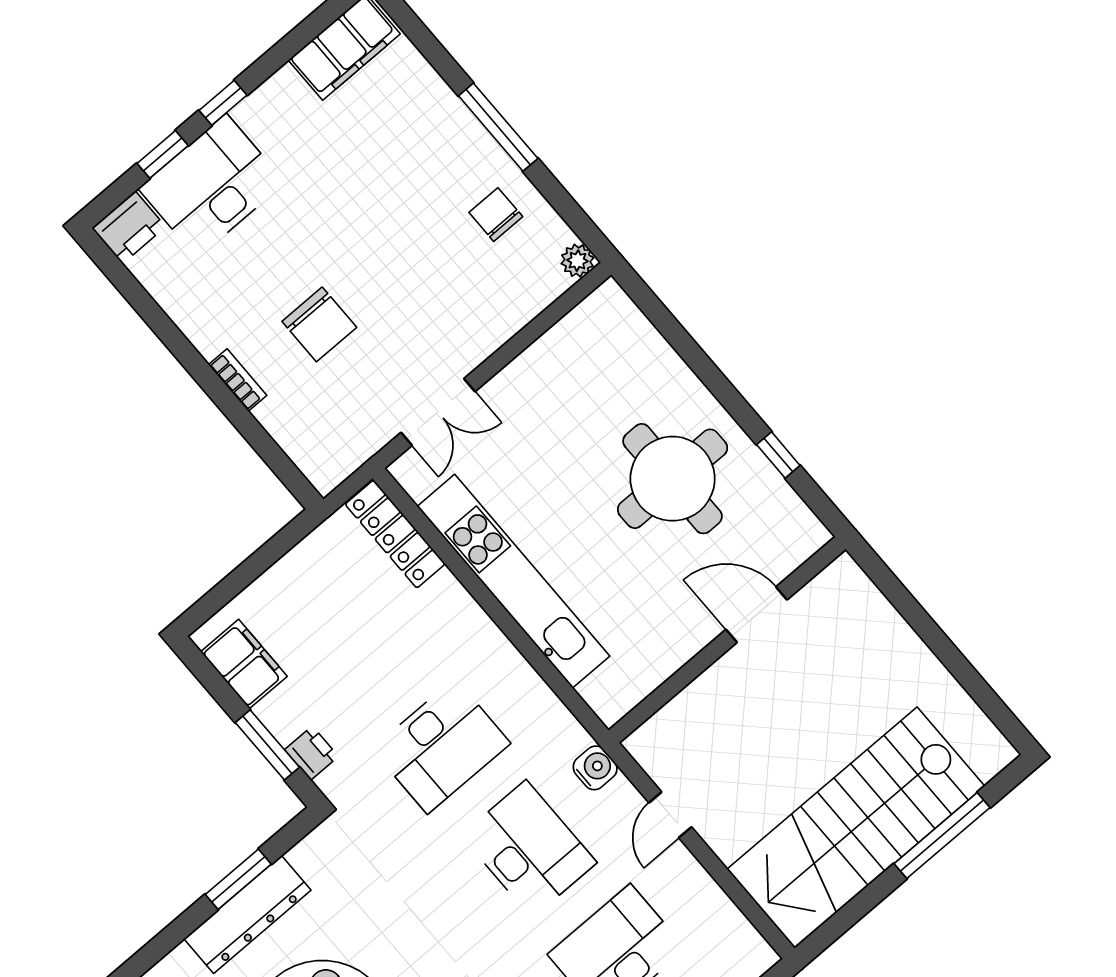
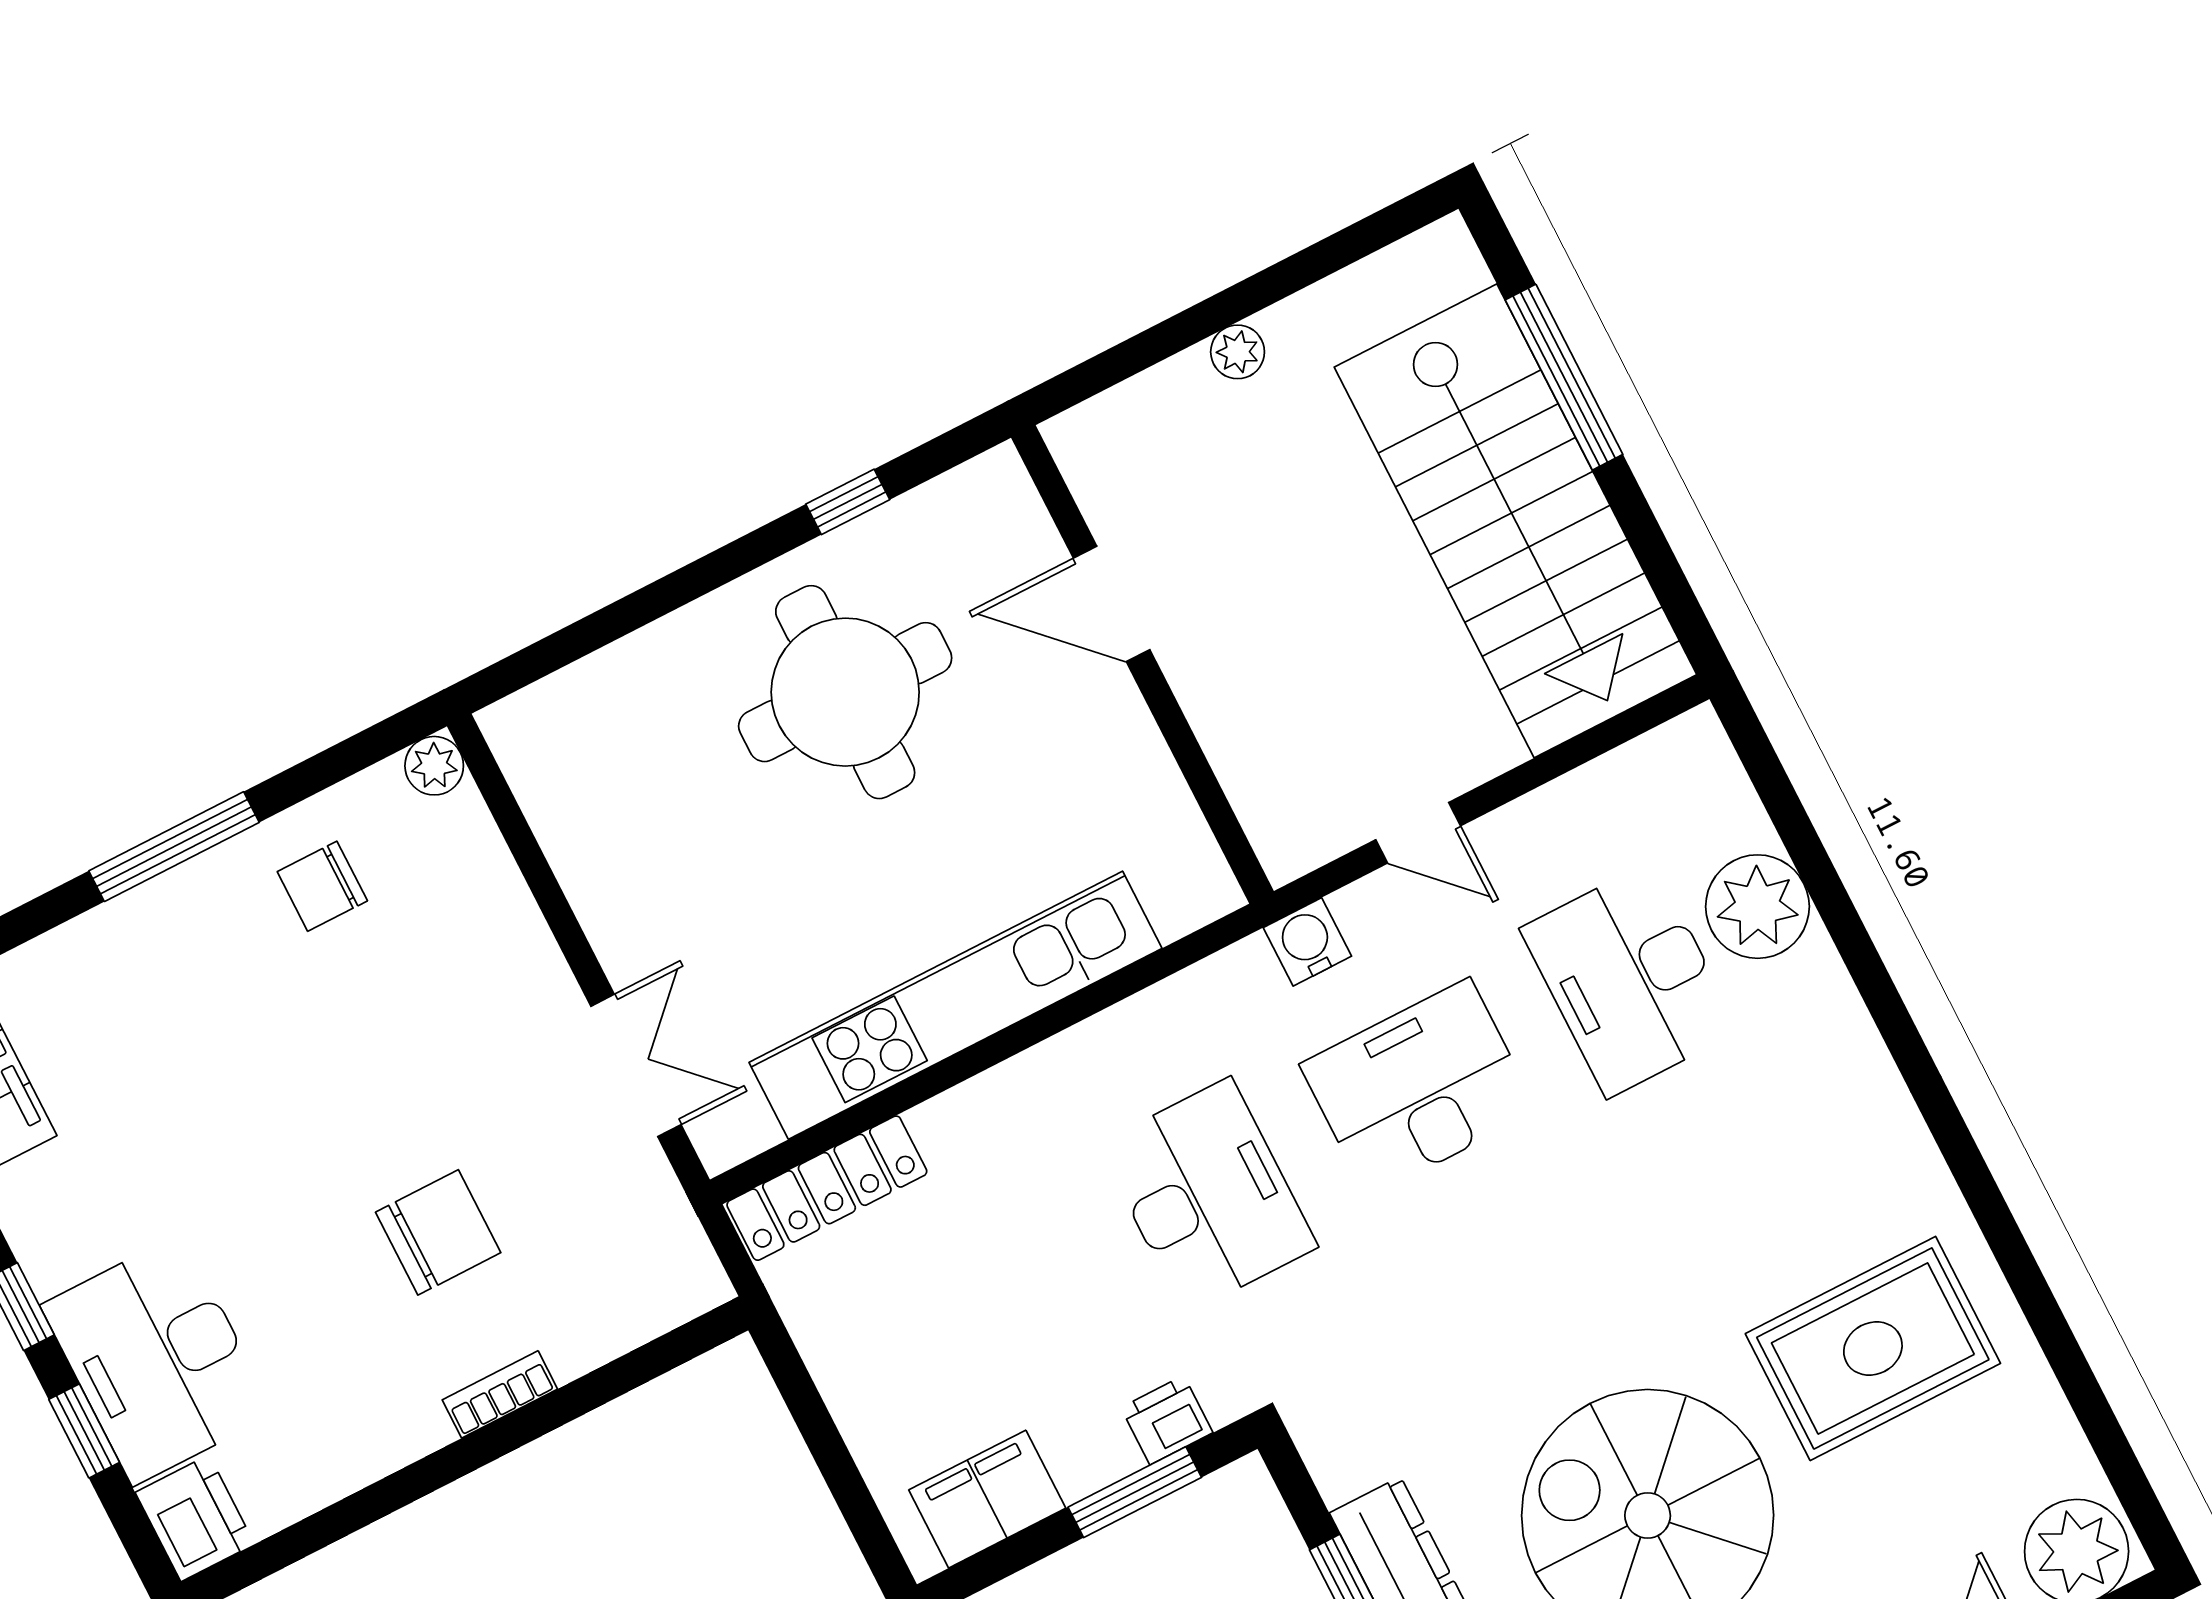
door: (757, 615) -> (1112, 604), hinge flipped
plant: (913, 651) -> (1238, 352), added

